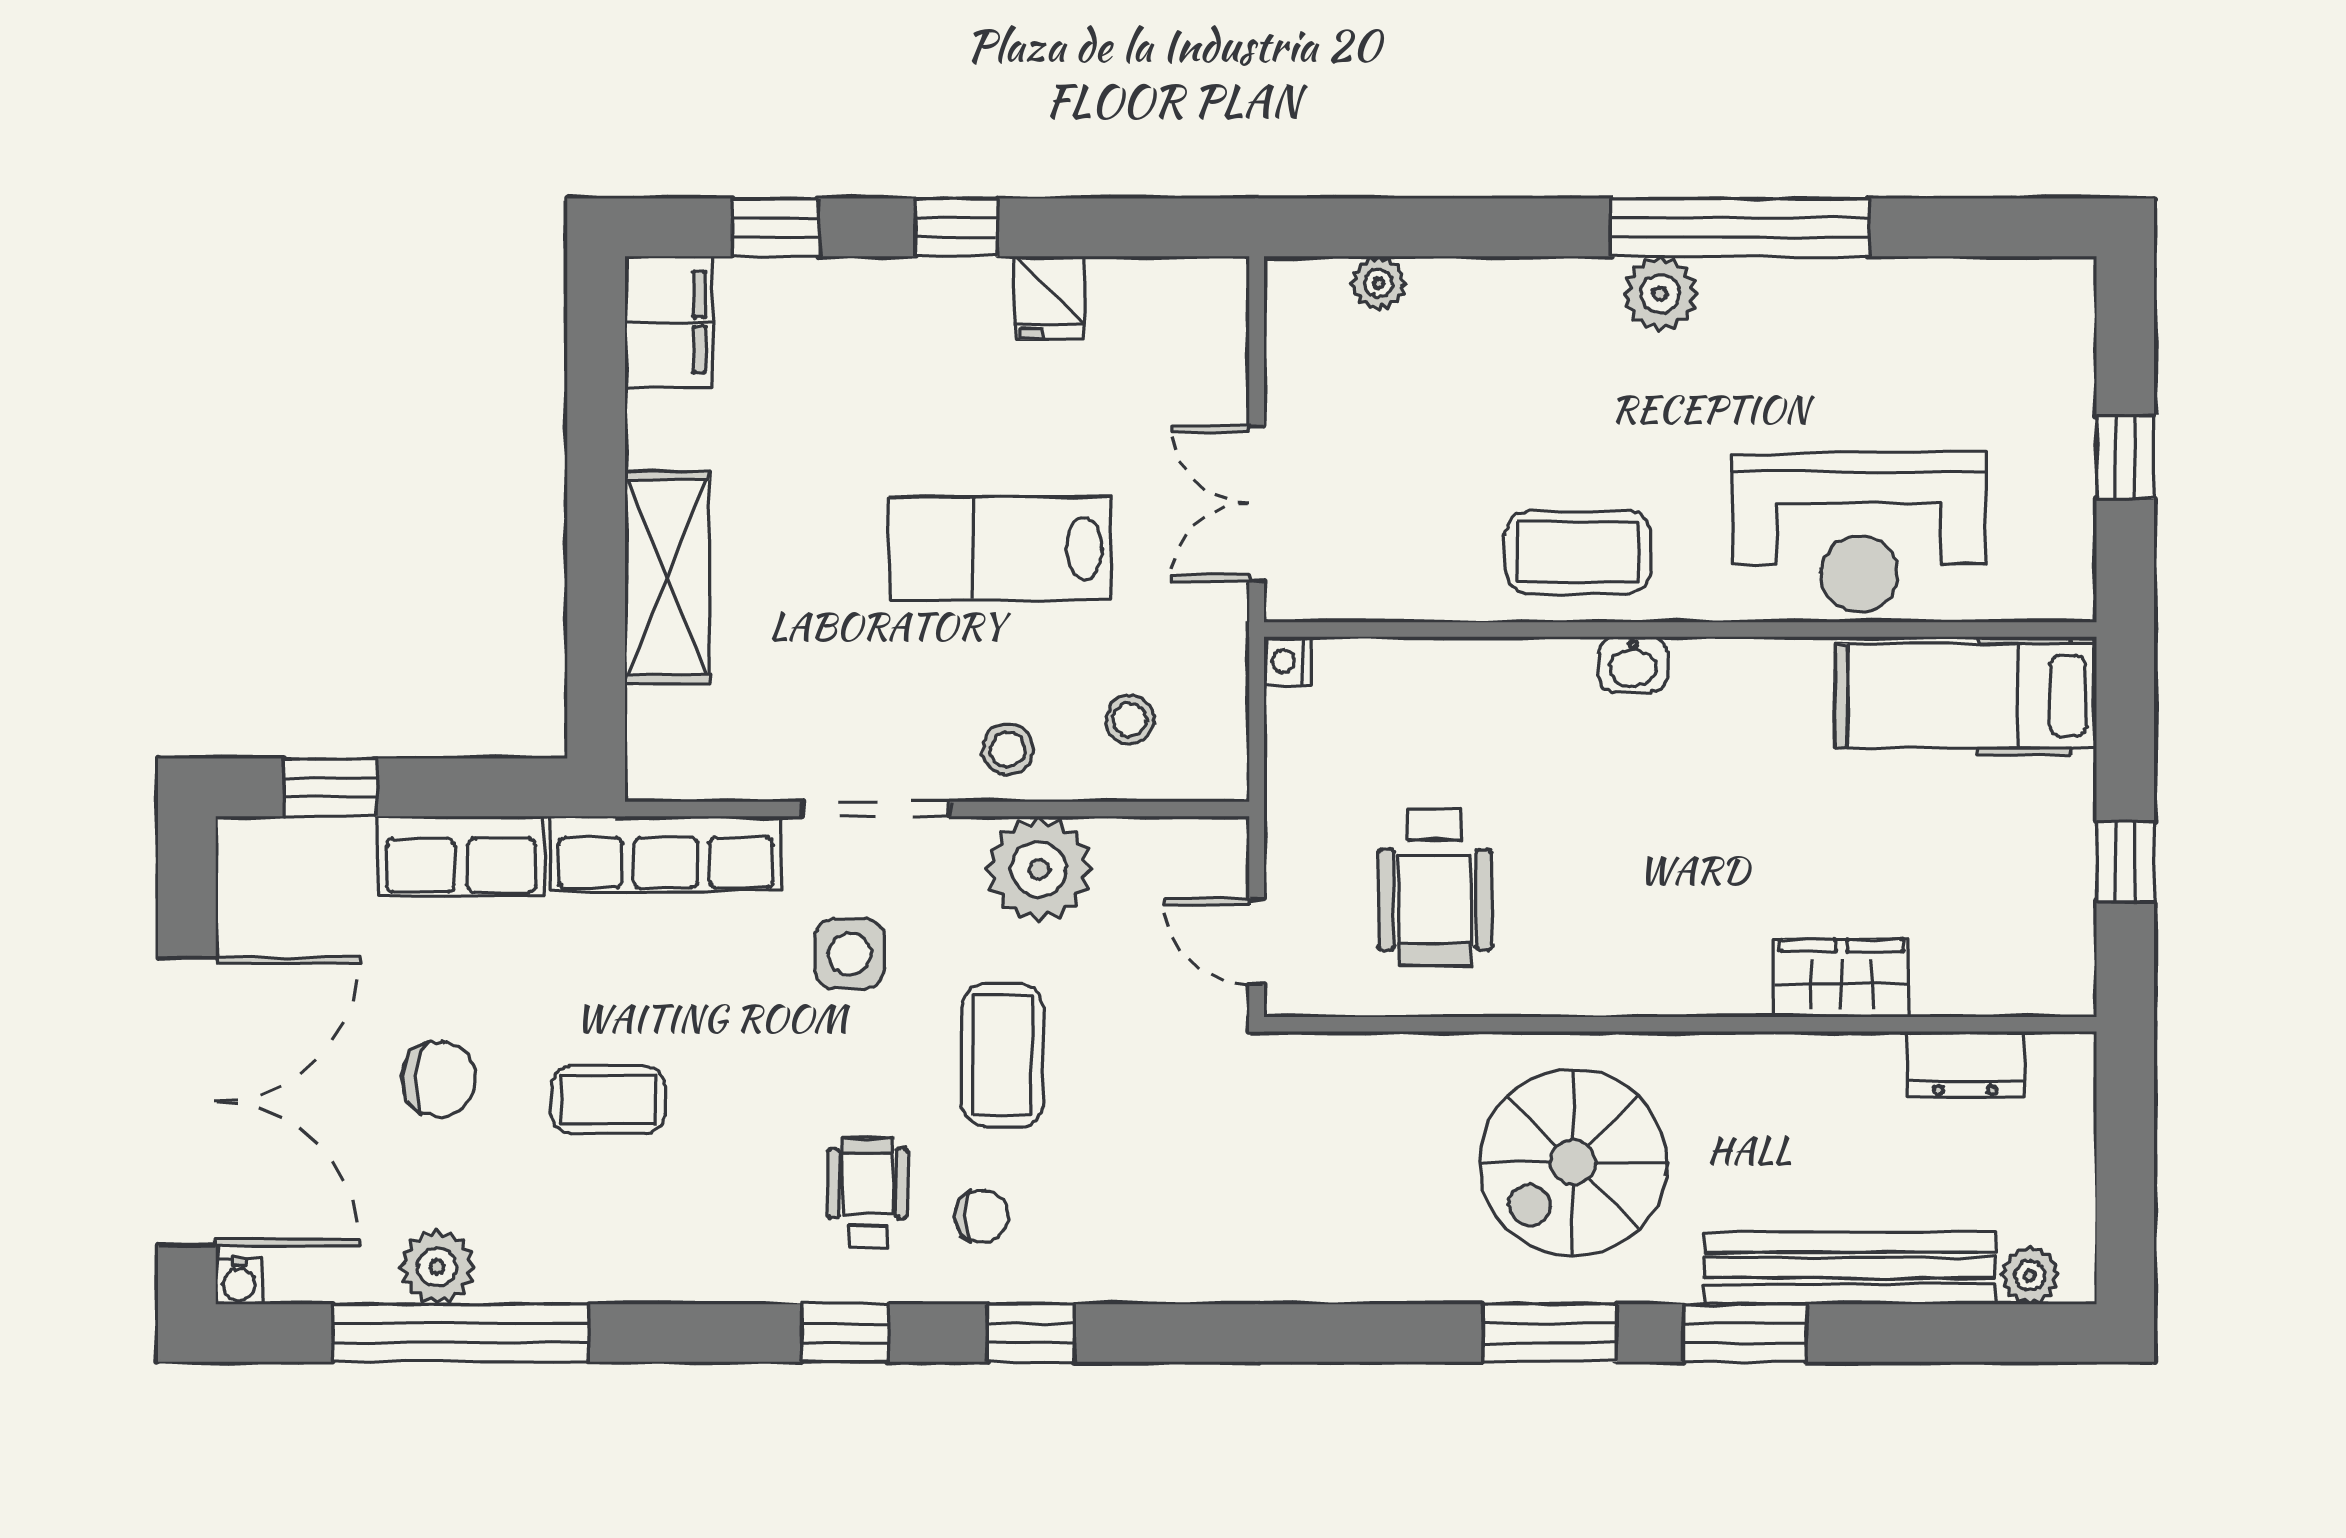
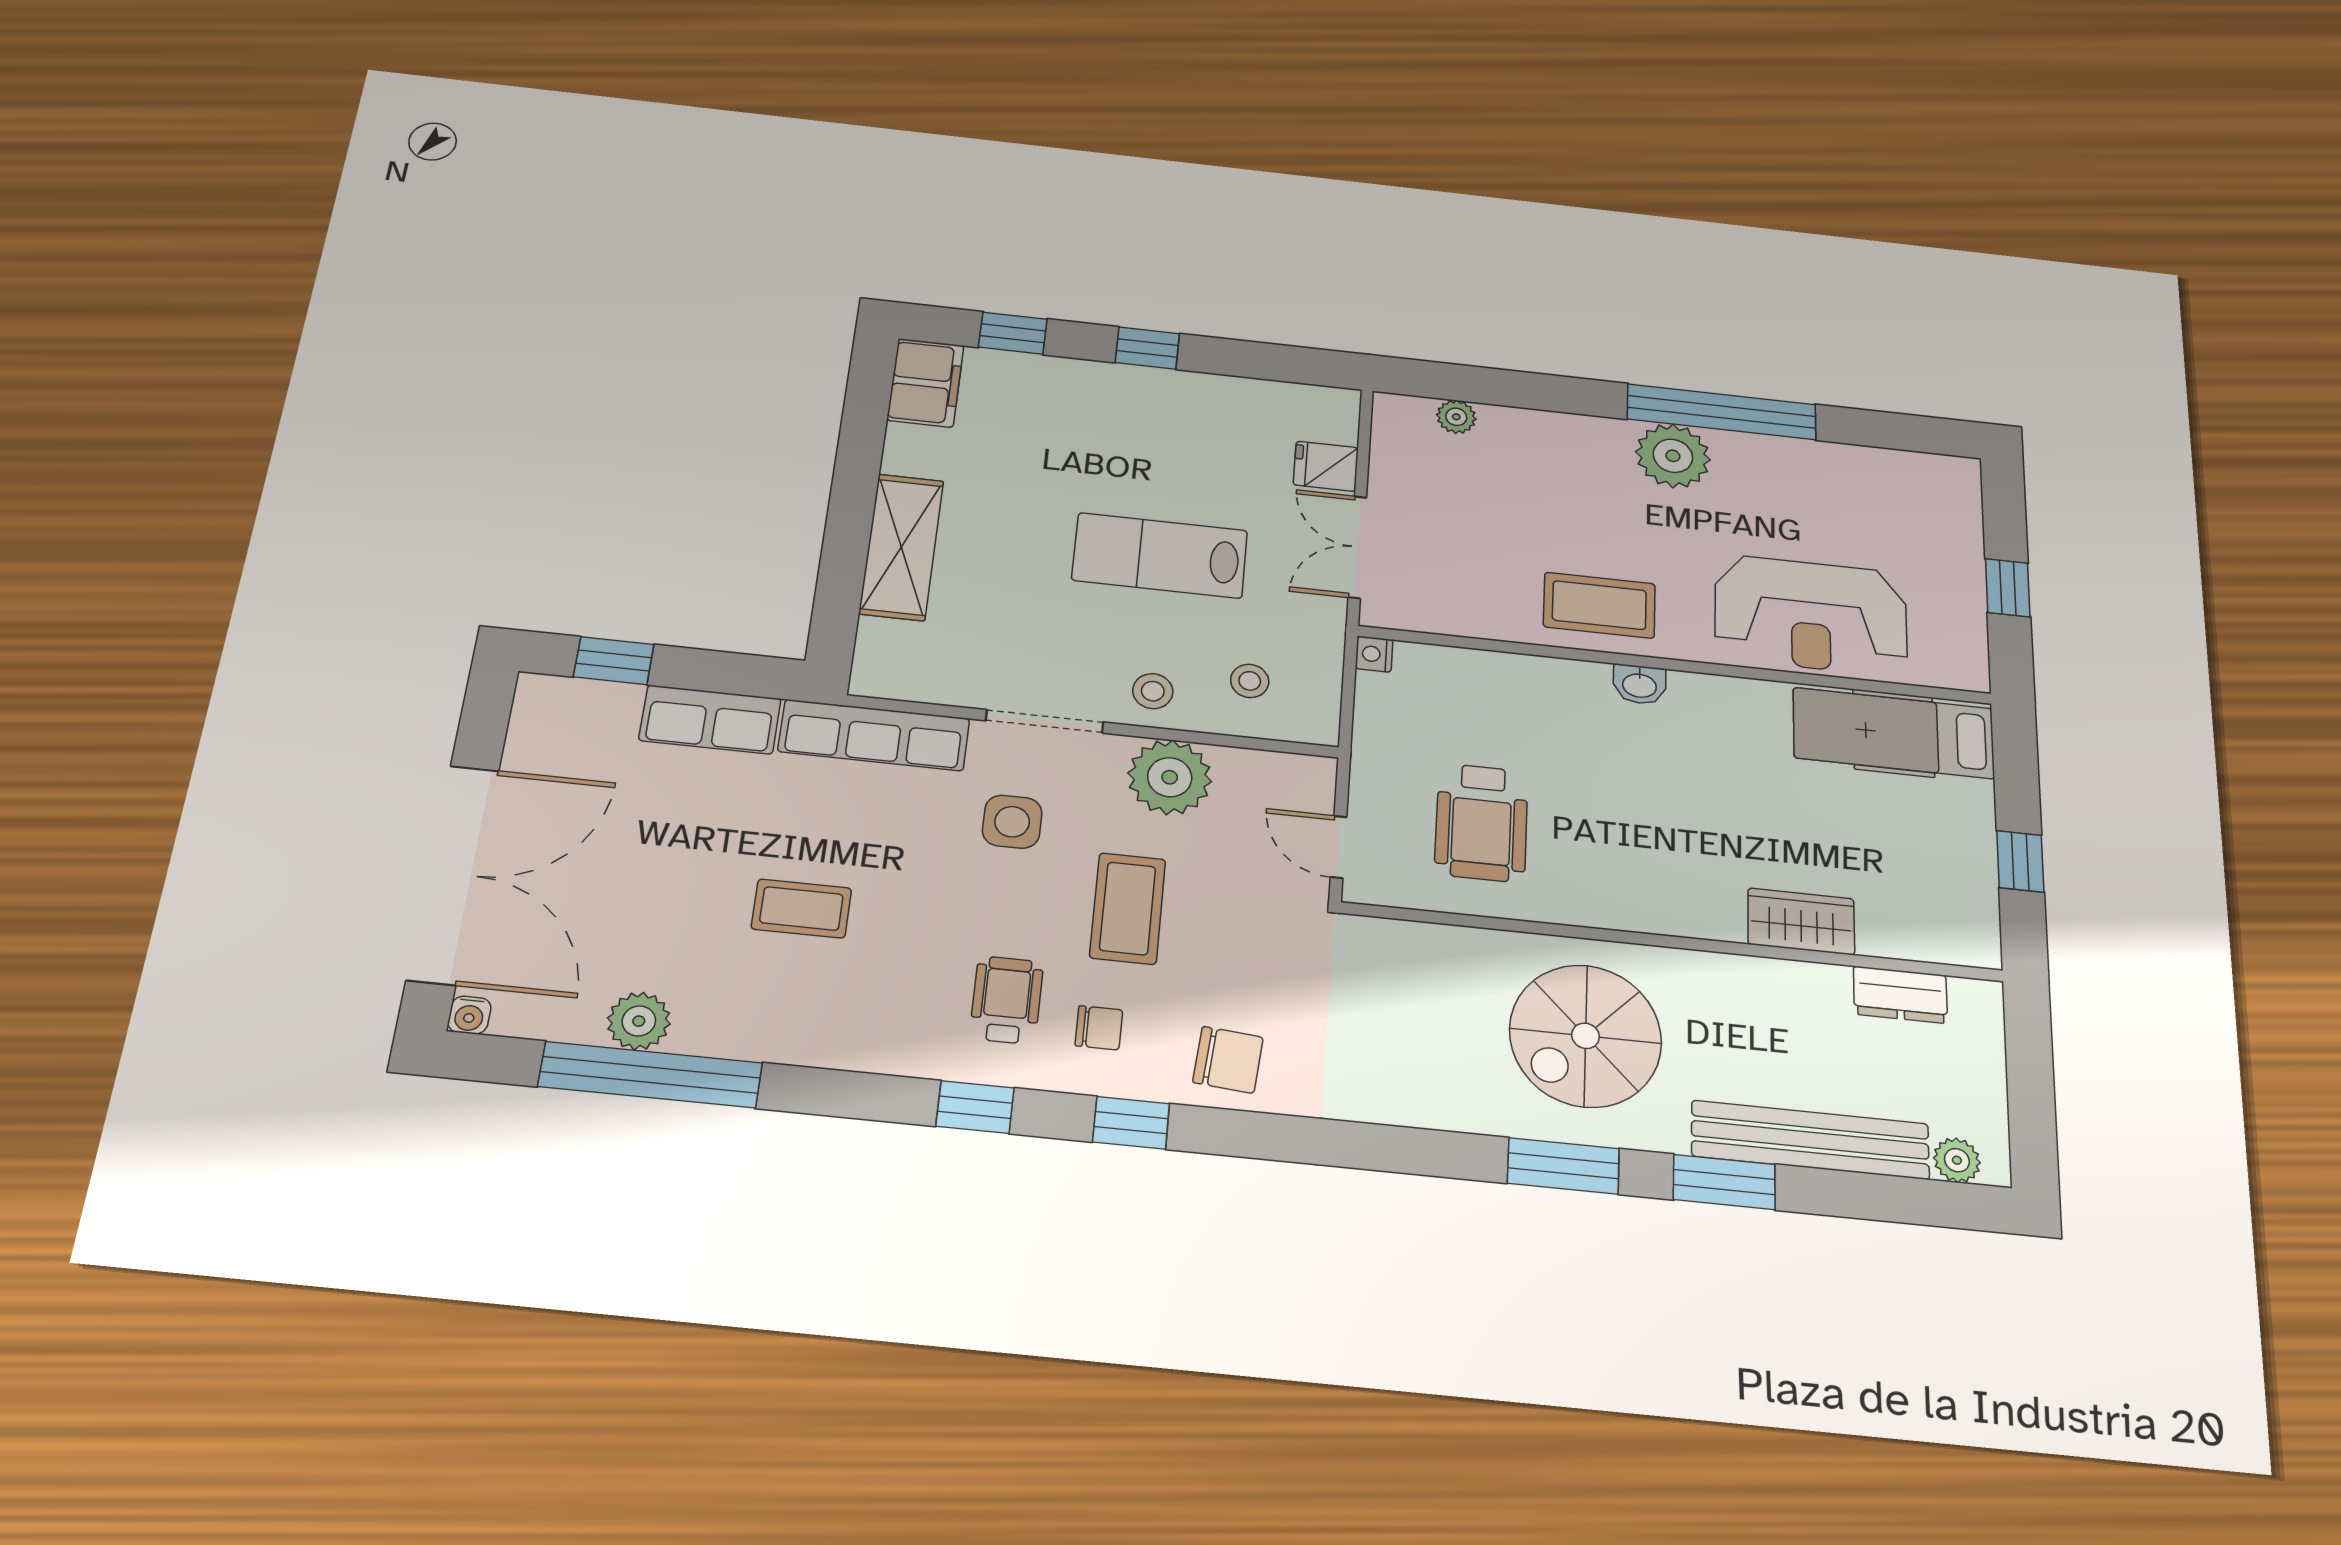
plant: (1660, 294) -> (1673, 456), width x1.36, depth x1.36
fridge: (1049, 298) -> (1326, 466), moved, turned 90
chair: (439, 1079) -> (1228, 1060), moved

